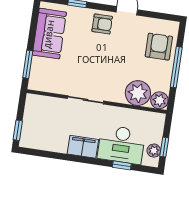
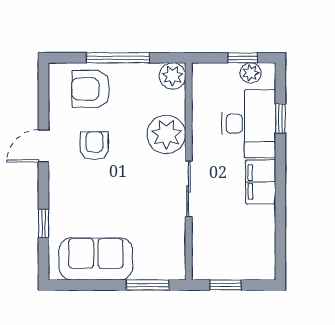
armchair: (102, 24) -> (94, 146), moved
plant: (138, 93) -> (166, 134), moved
window: (18, 130) -> (225, 285), moved

